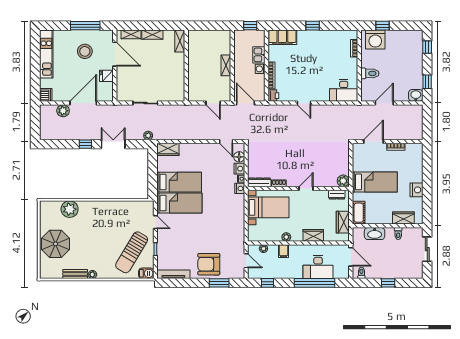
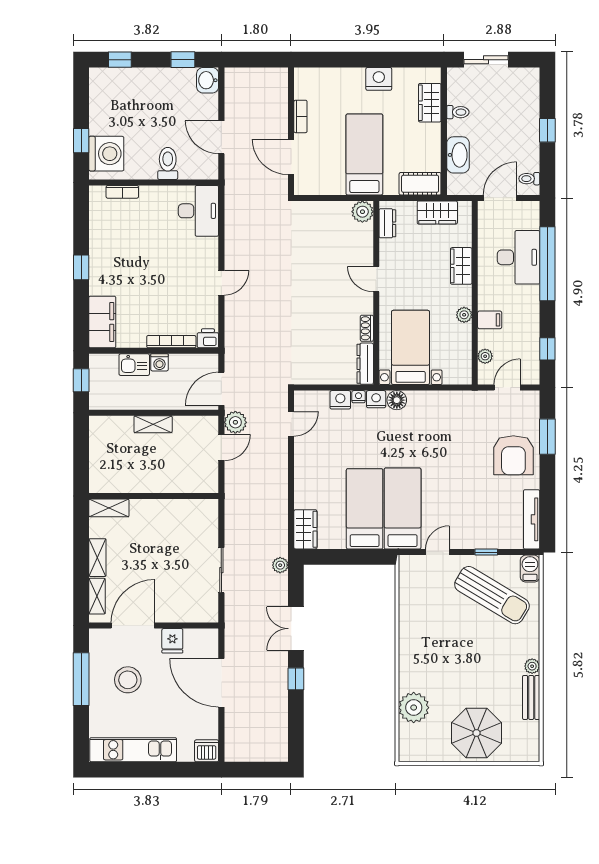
plant: (63, 111) -> (235, 422), moved
floor lamp: (239, 157) -> (397, 400), moved

